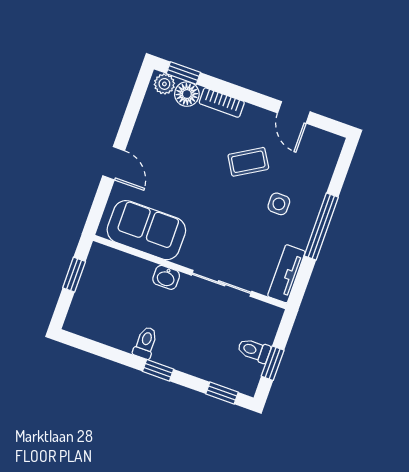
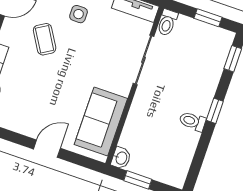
washbasin: (166, 277) -> (121, 158), moved
toilet: (254, 350) -> (167, 23), moved

